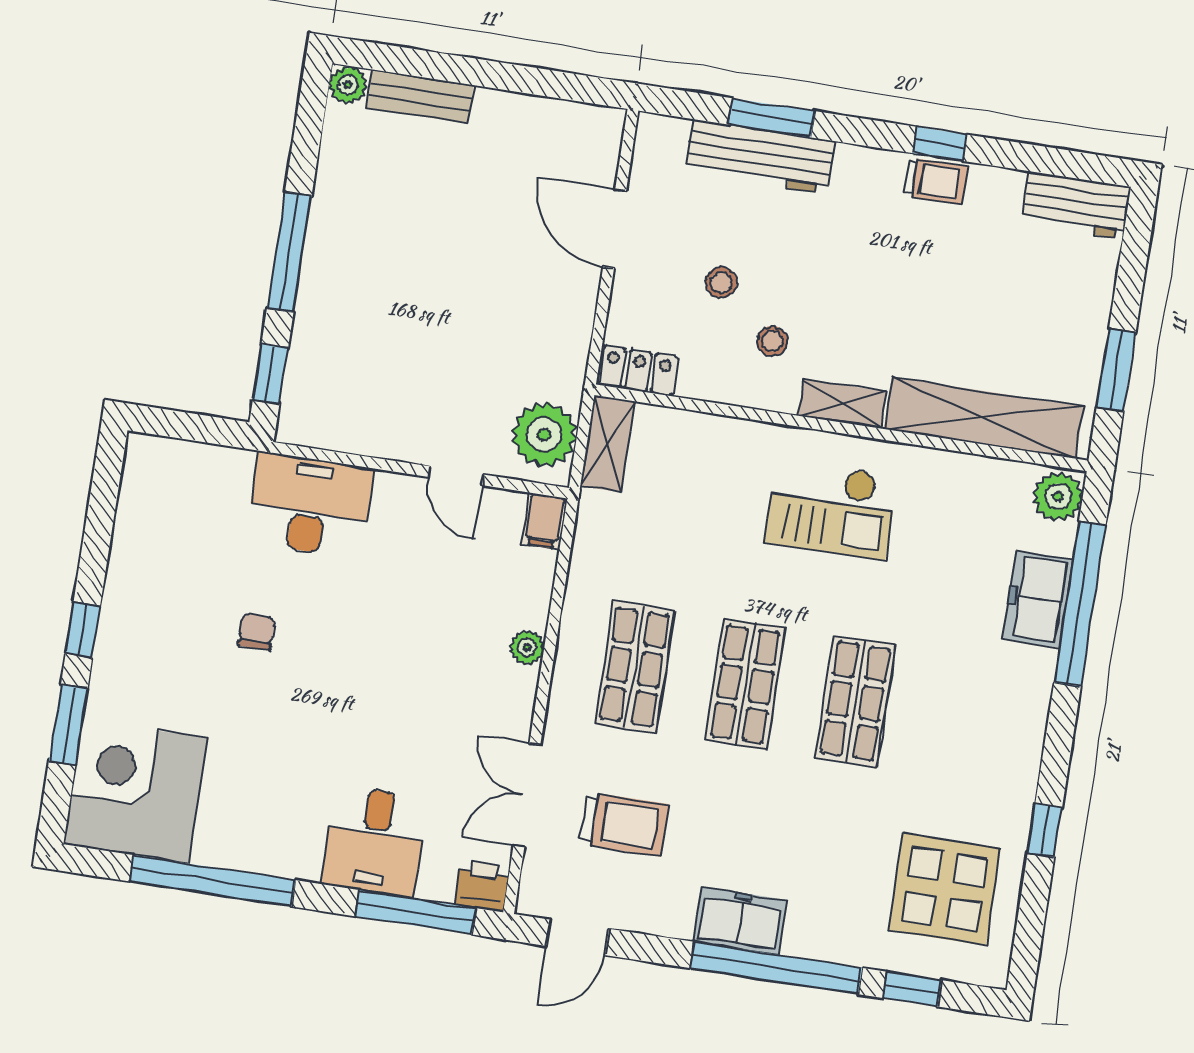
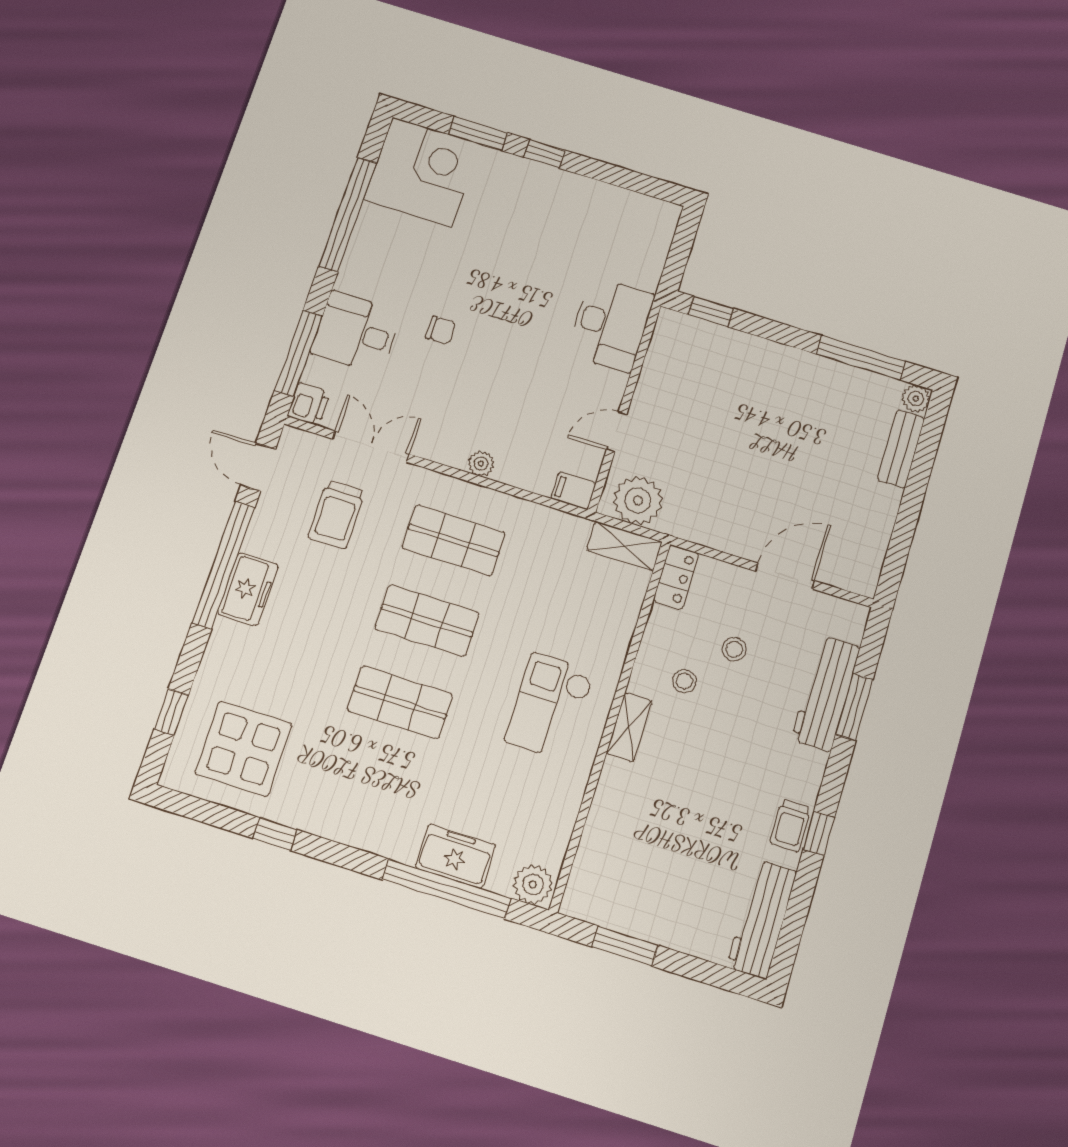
workbench: (1076, 205) -> (762, 919), width x1.38
window: (289, 252) -> (861, 358), moved
shelving: (984, 418) -> (603, 835), removed
chair: (256, 632) -> (441, 330), moved
window: (776, 968) -> (223, 565), moved

